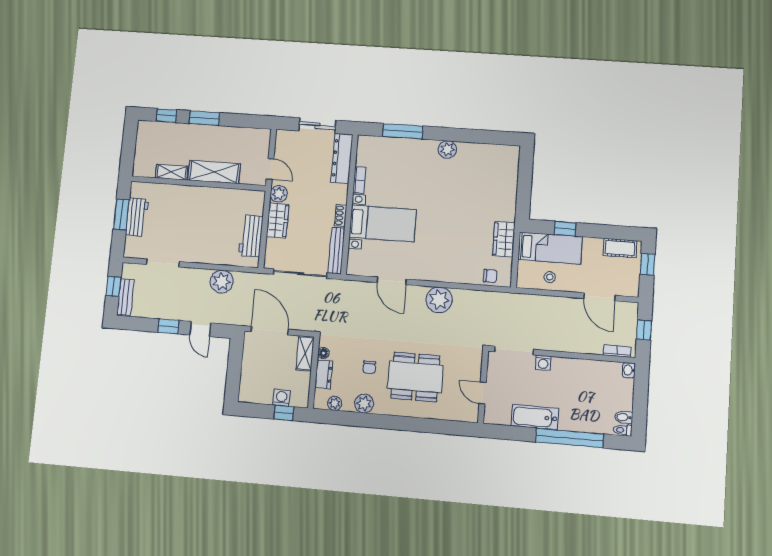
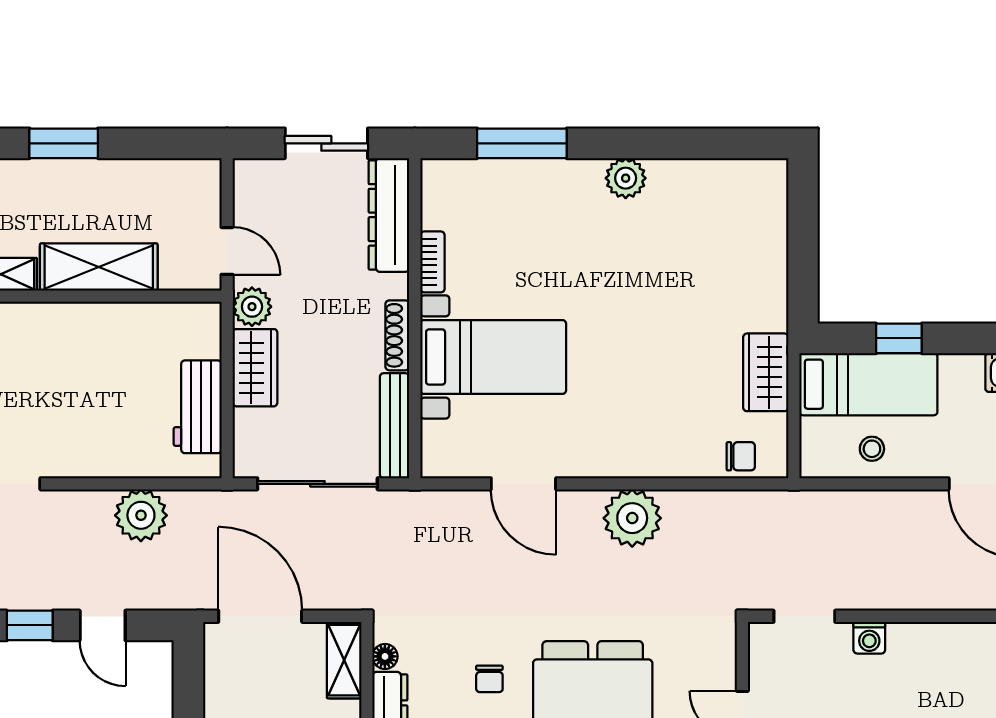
shoe rack: (341, 216) -> (397, 335), width x1.43
doorway: (514, 351) -> (804, 616), width x0.73

